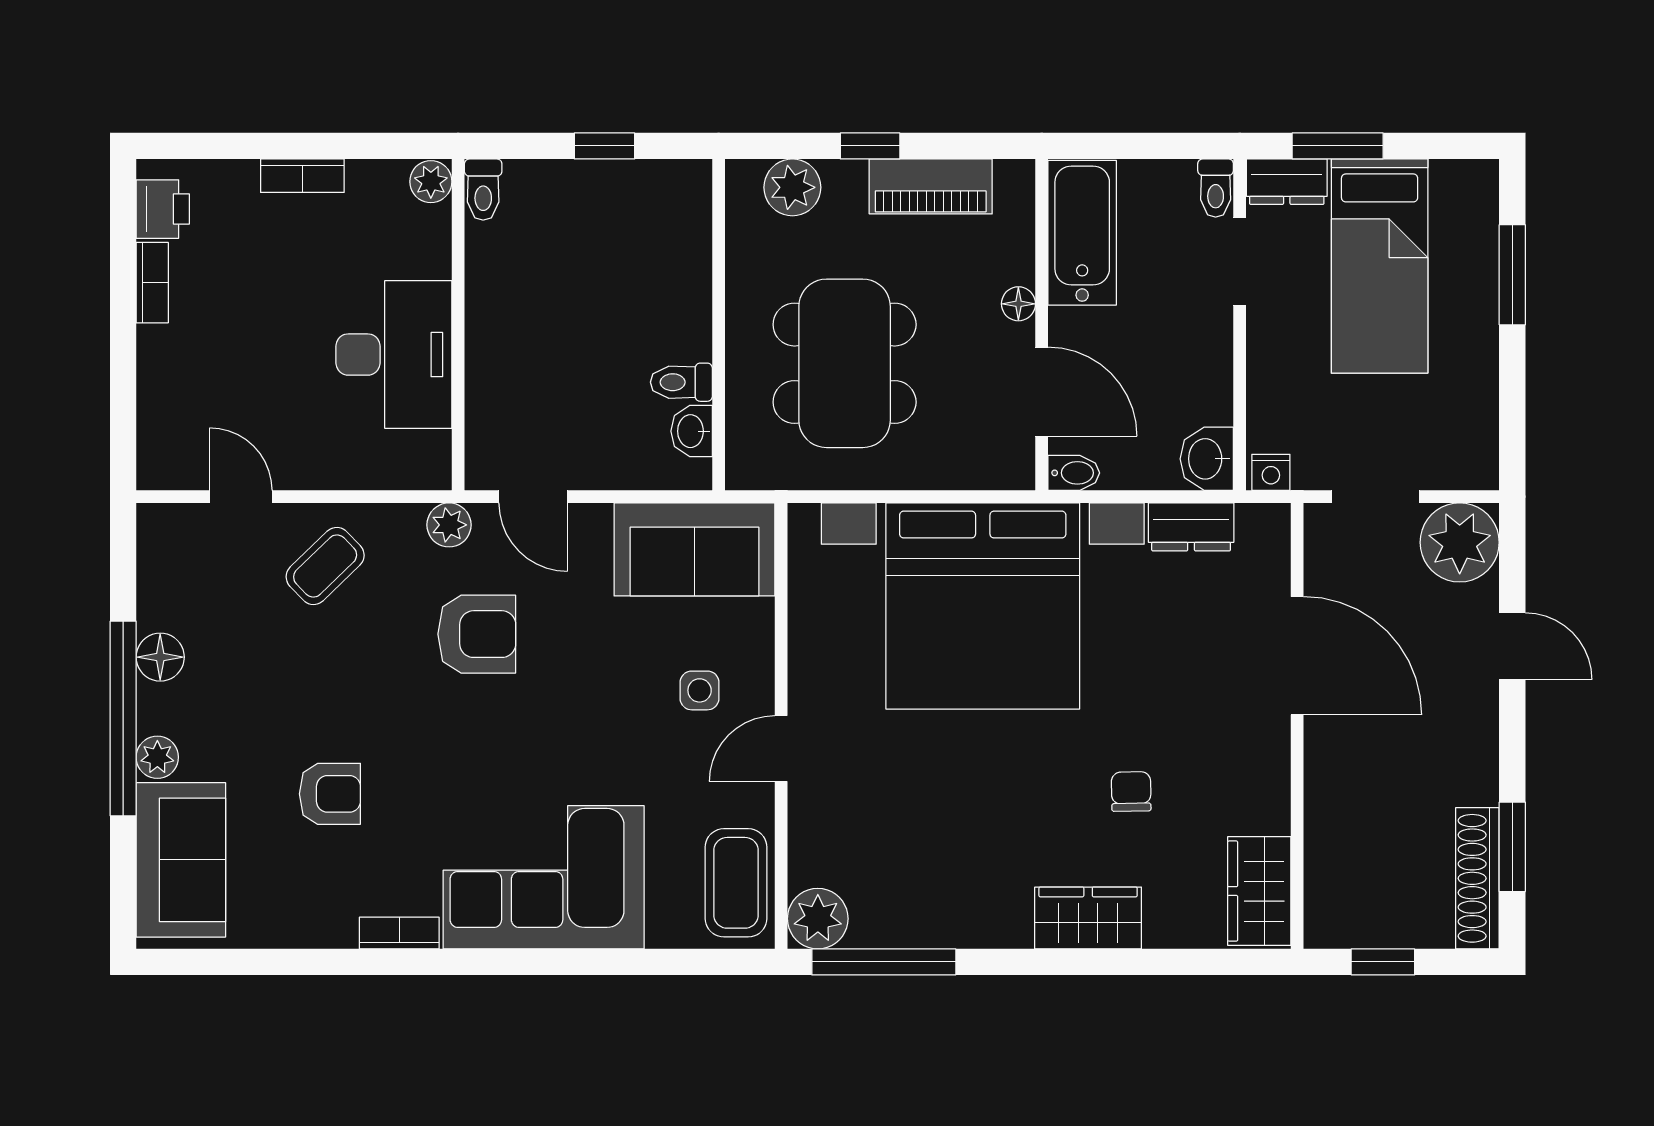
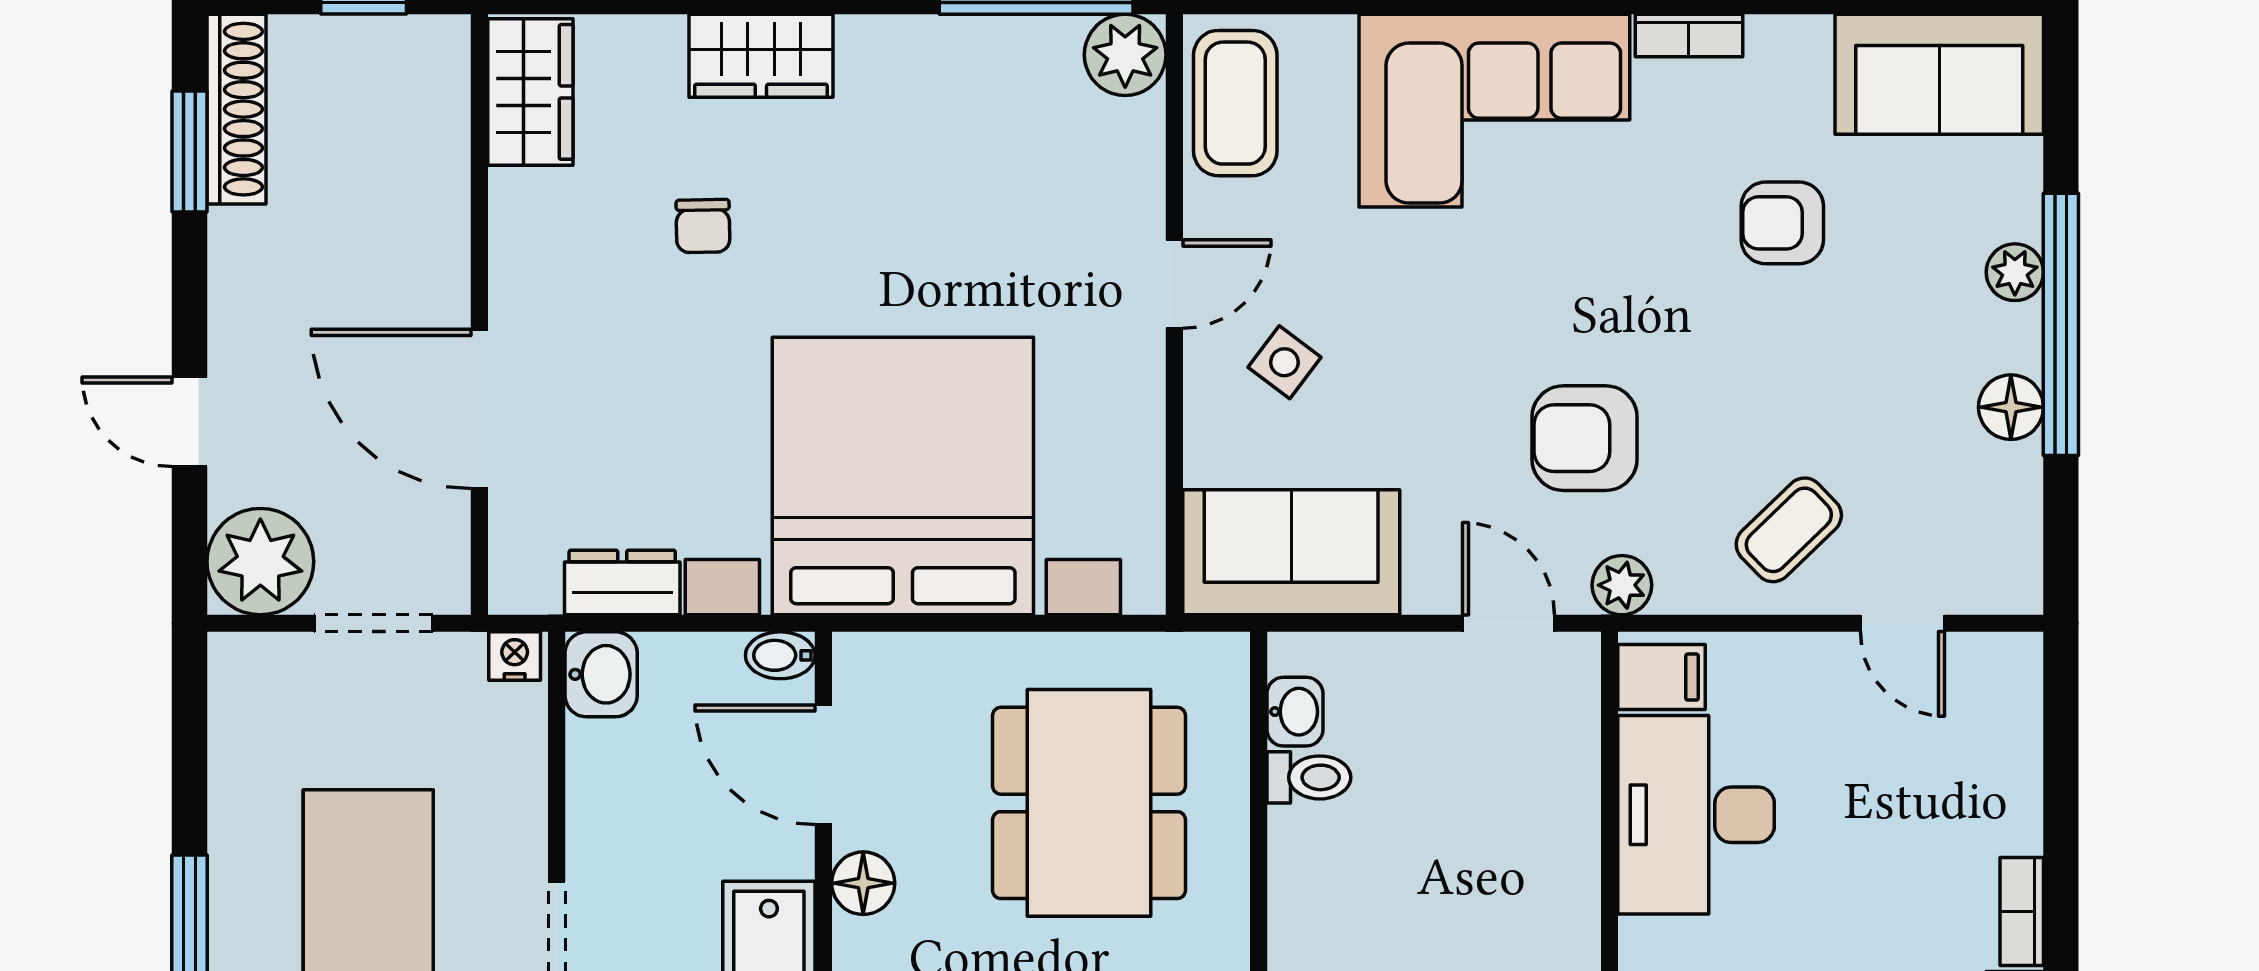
floor lamp: (1018, 304) -> (863, 883), width x1.37, depth x1.37
filing cabinet: (420, 457) -> (1662, 677), added
side table: (700, 690) -> (1284, 362), turned 37
sofa: (181, 860) -> (1939, 74), moved, turned -90

